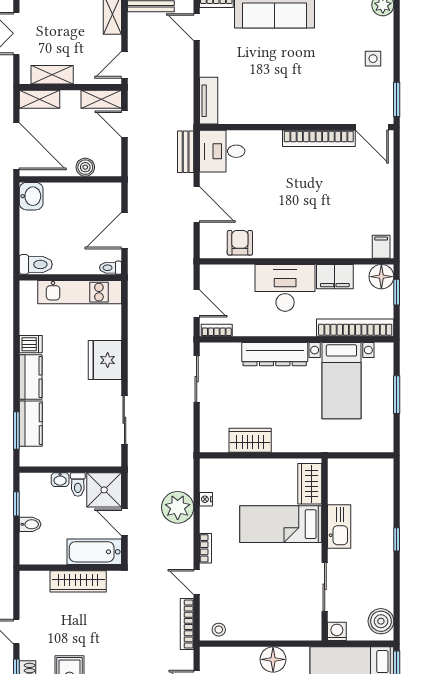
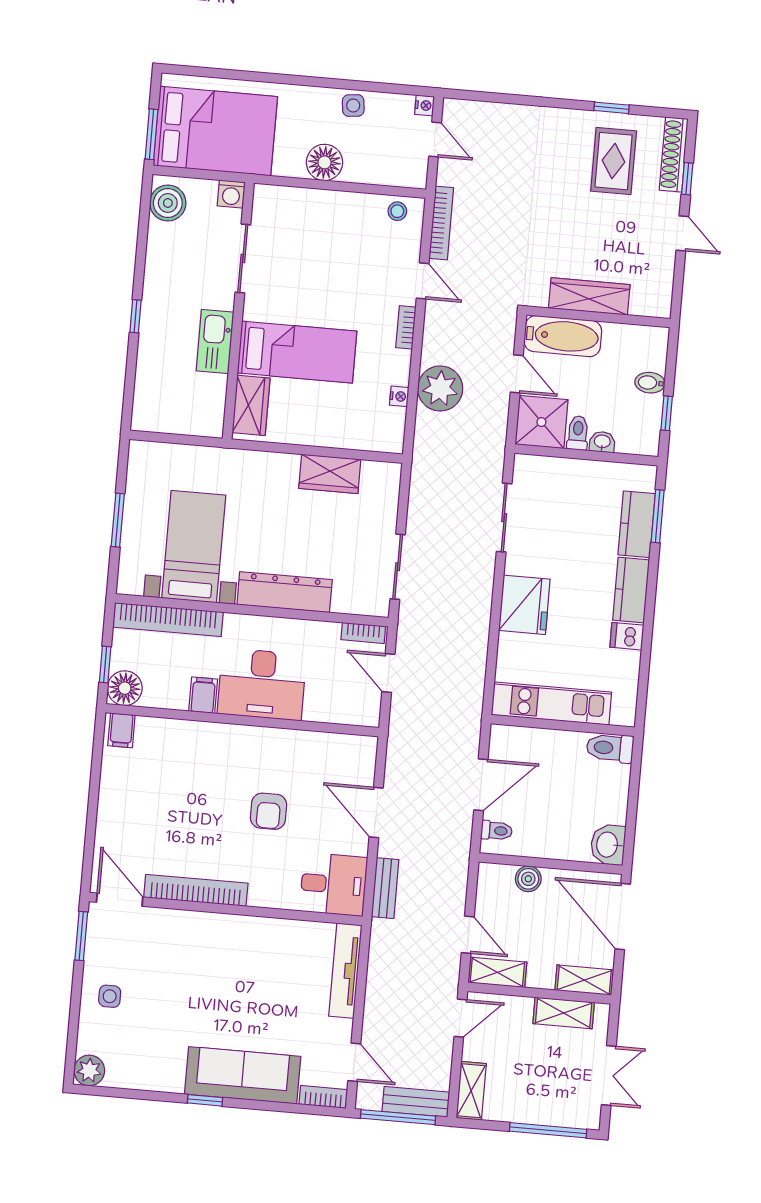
tv unit: (209, 101) -> (345, 971), width x1.41
armchair: (240, 243) -> (269, 811), moved
toilet: (111, 268) -> (497, 831), moved
filing cabinet: (335, 277) -> (203, 695), width x0.50

